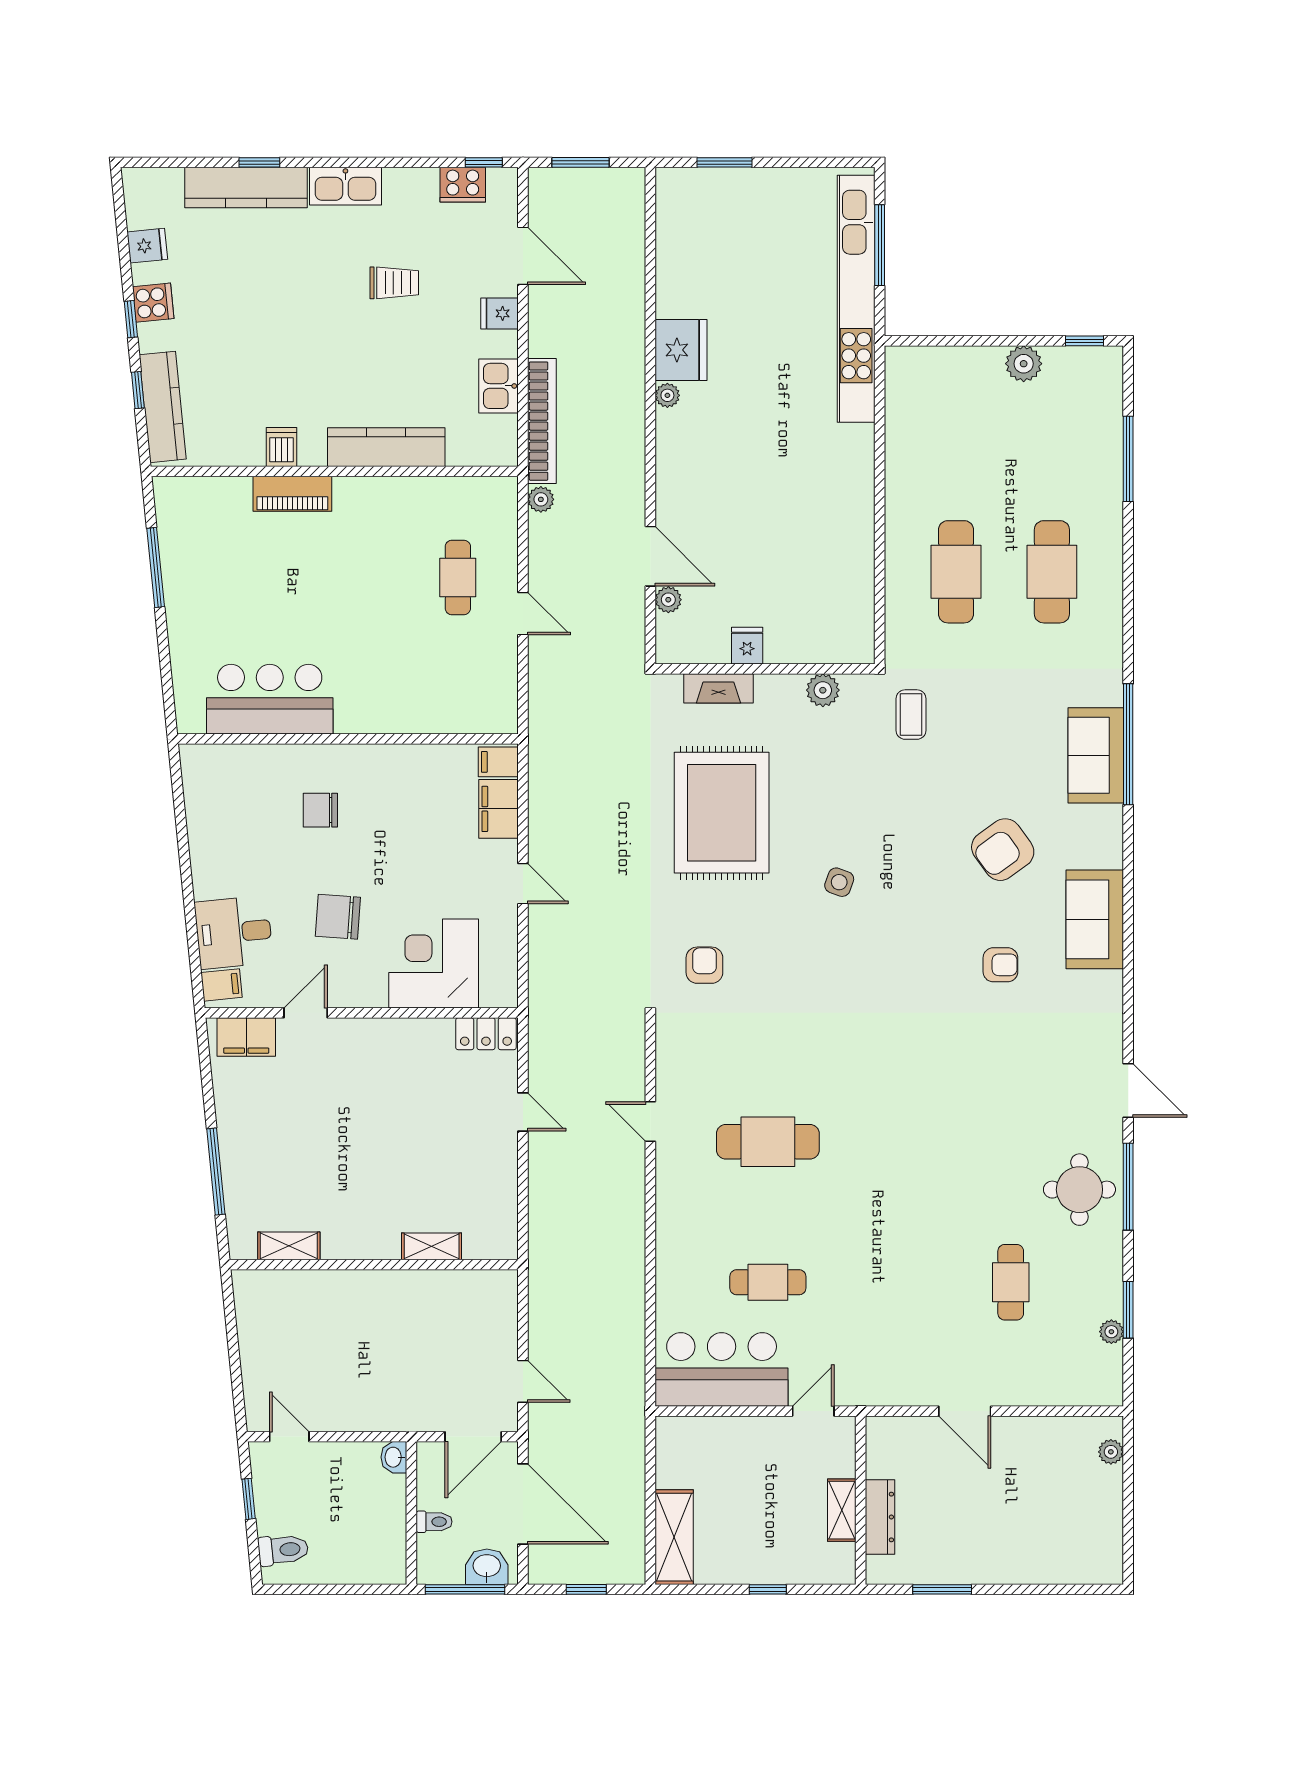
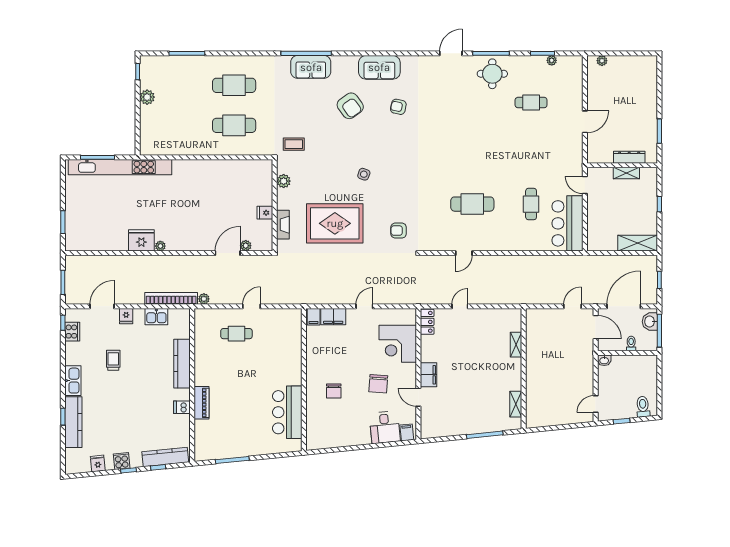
armchair: (1000, 965) -> (398, 107), turned -78
filing cabinet: (246, 1037) -> (429, 375), moved
cafe table: (768, 1142) -> (472, 204), turned 90

